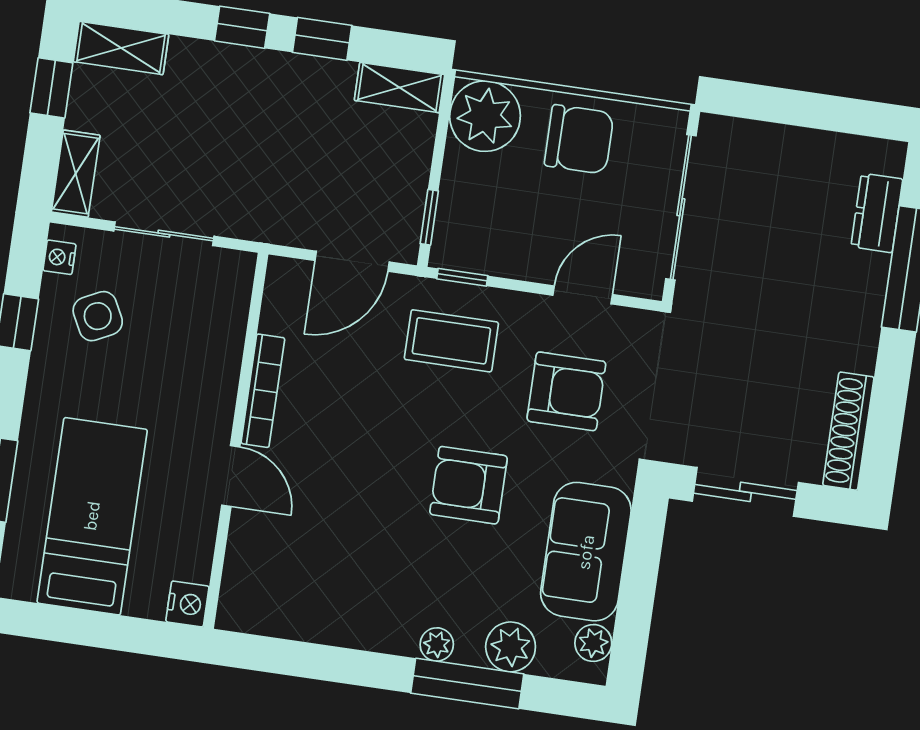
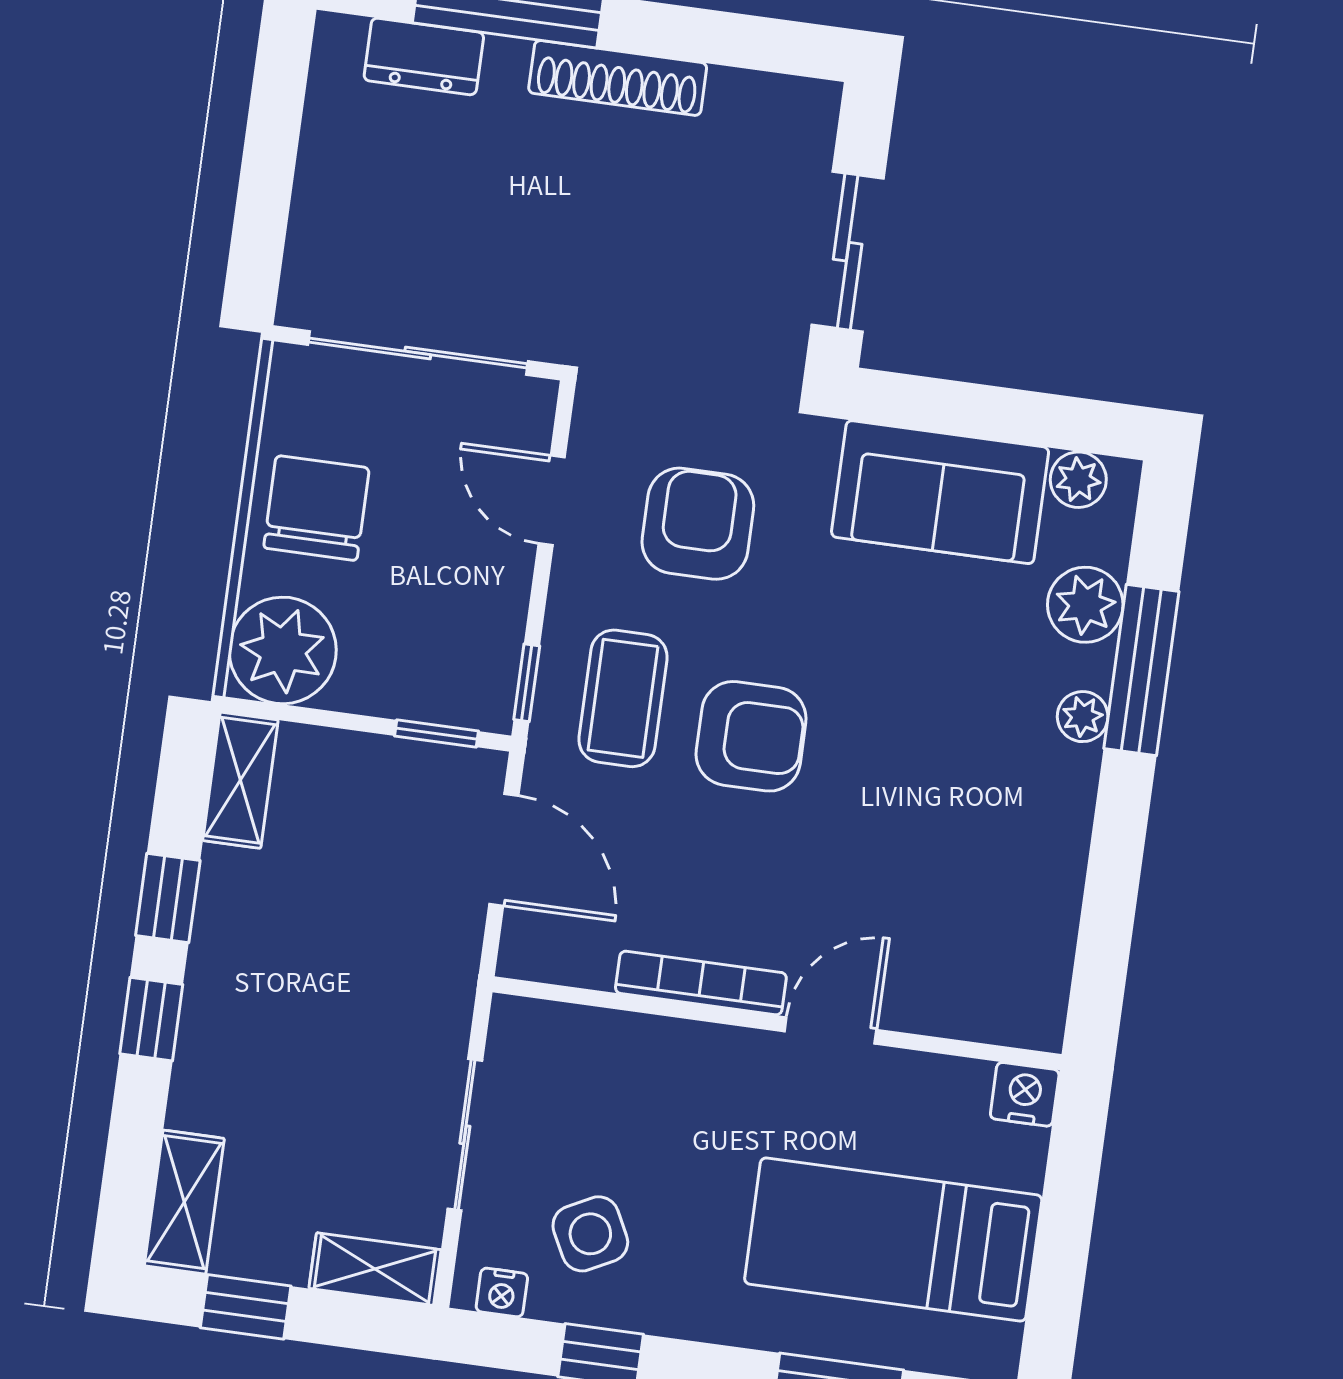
shoe rack: (848, 431) -> (618, 78), moved
armchair: (469, 485) -> (751, 736), moved, turned -90

